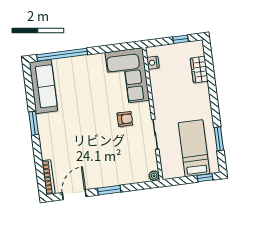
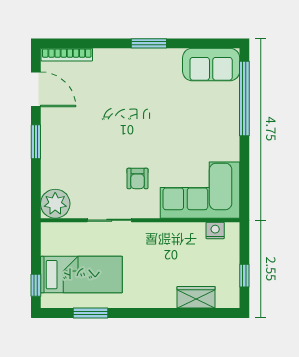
sofa: (43, 87) -> (211, 65), width x0.73
plant: (154, 176) -> (55, 204), width x1.88, depth x1.88

